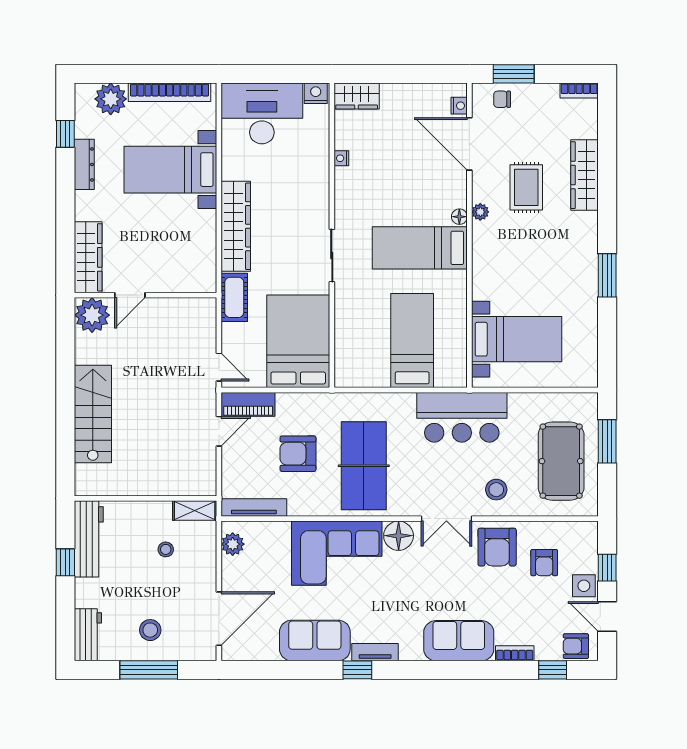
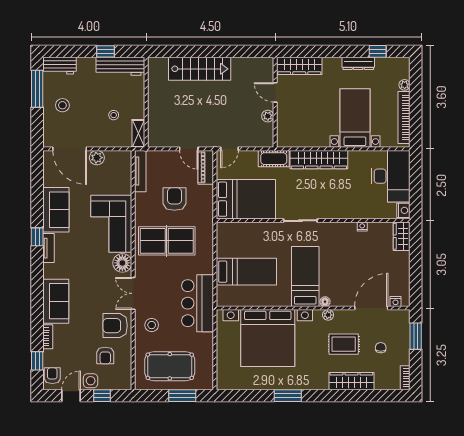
plant: (111, 99) -> (405, 85), width x0.53, depth x0.53
chair: (502, 99) -> (381, 348), moved
plant: (92, 315) -> (268, 116), moved, width x0.53, depth x0.53
bed with nightstands: (517, 339) -> (268, 338), width x1.85
plant: (233, 544) -> (97, 158), moved
armchair: (544, 563) -> (105, 355), turned -90
window: (149, 670) -> (37, 89), moved

